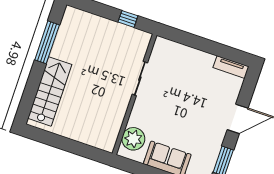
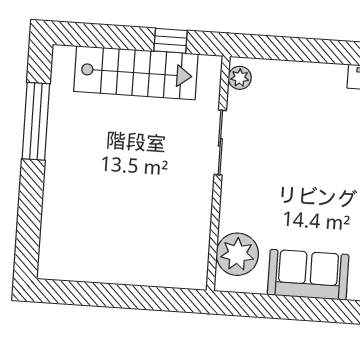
plant: (159, 48) -> (240, 78), added
stairs: (50, 91) -> (136, 73), moved, turned 90

